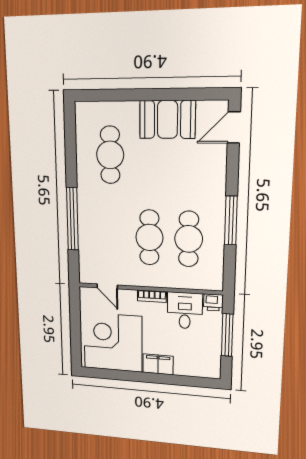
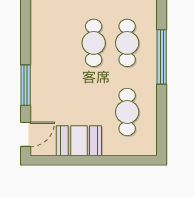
window: (231, 221) -> (26, 85), moved
cafe table: (189, 239) -> (127, 43), moved

